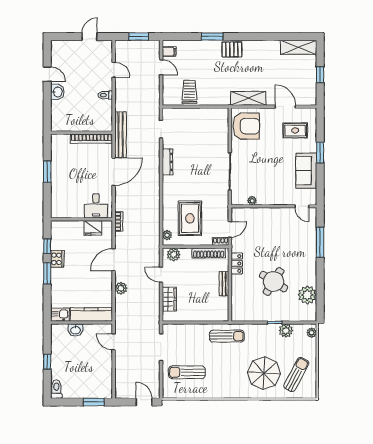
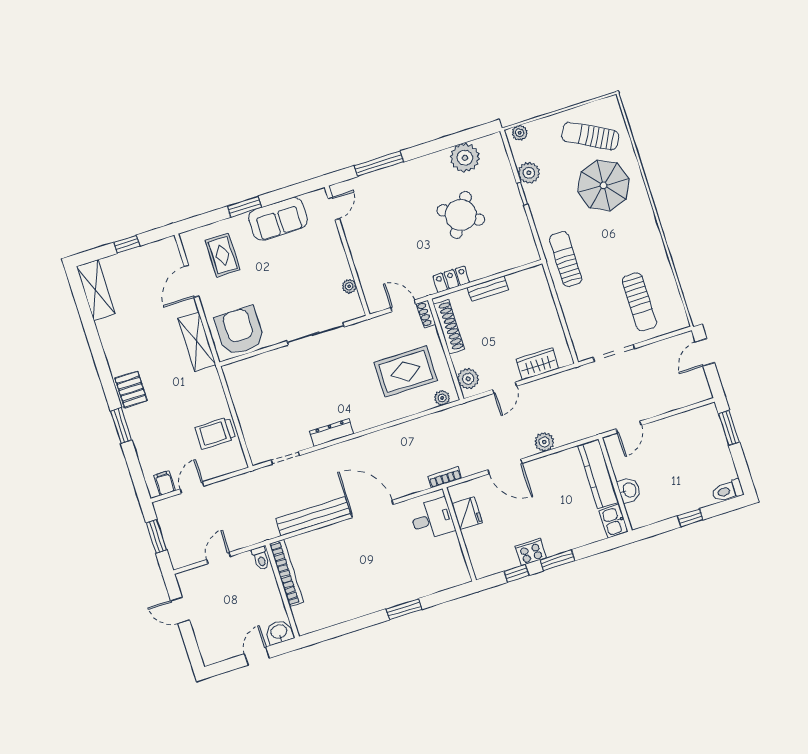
wall: (82, 133) -> (282, 591), moved
bookcase: (91, 139) -> (286, 573), moved

